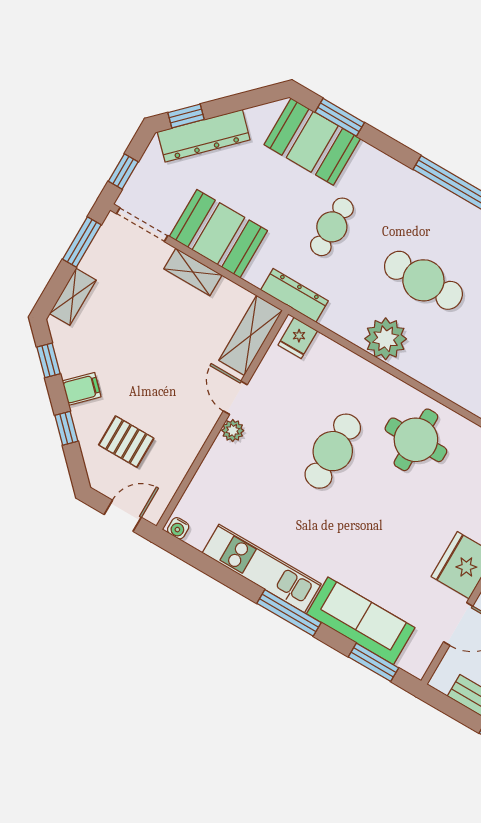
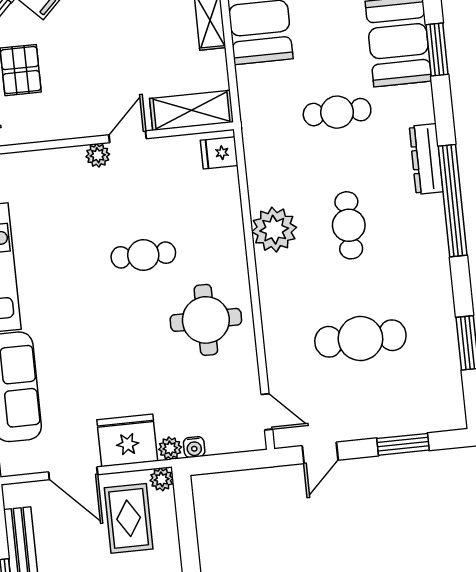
cafe table: (423, 280) -> (349, 225), width x0.73, depth x0.74
dresser: (294, 295) -> (426, 159), moved, turned 180
cafe table: (333, 451) -> (143, 255), width x0.73, depth x0.74

